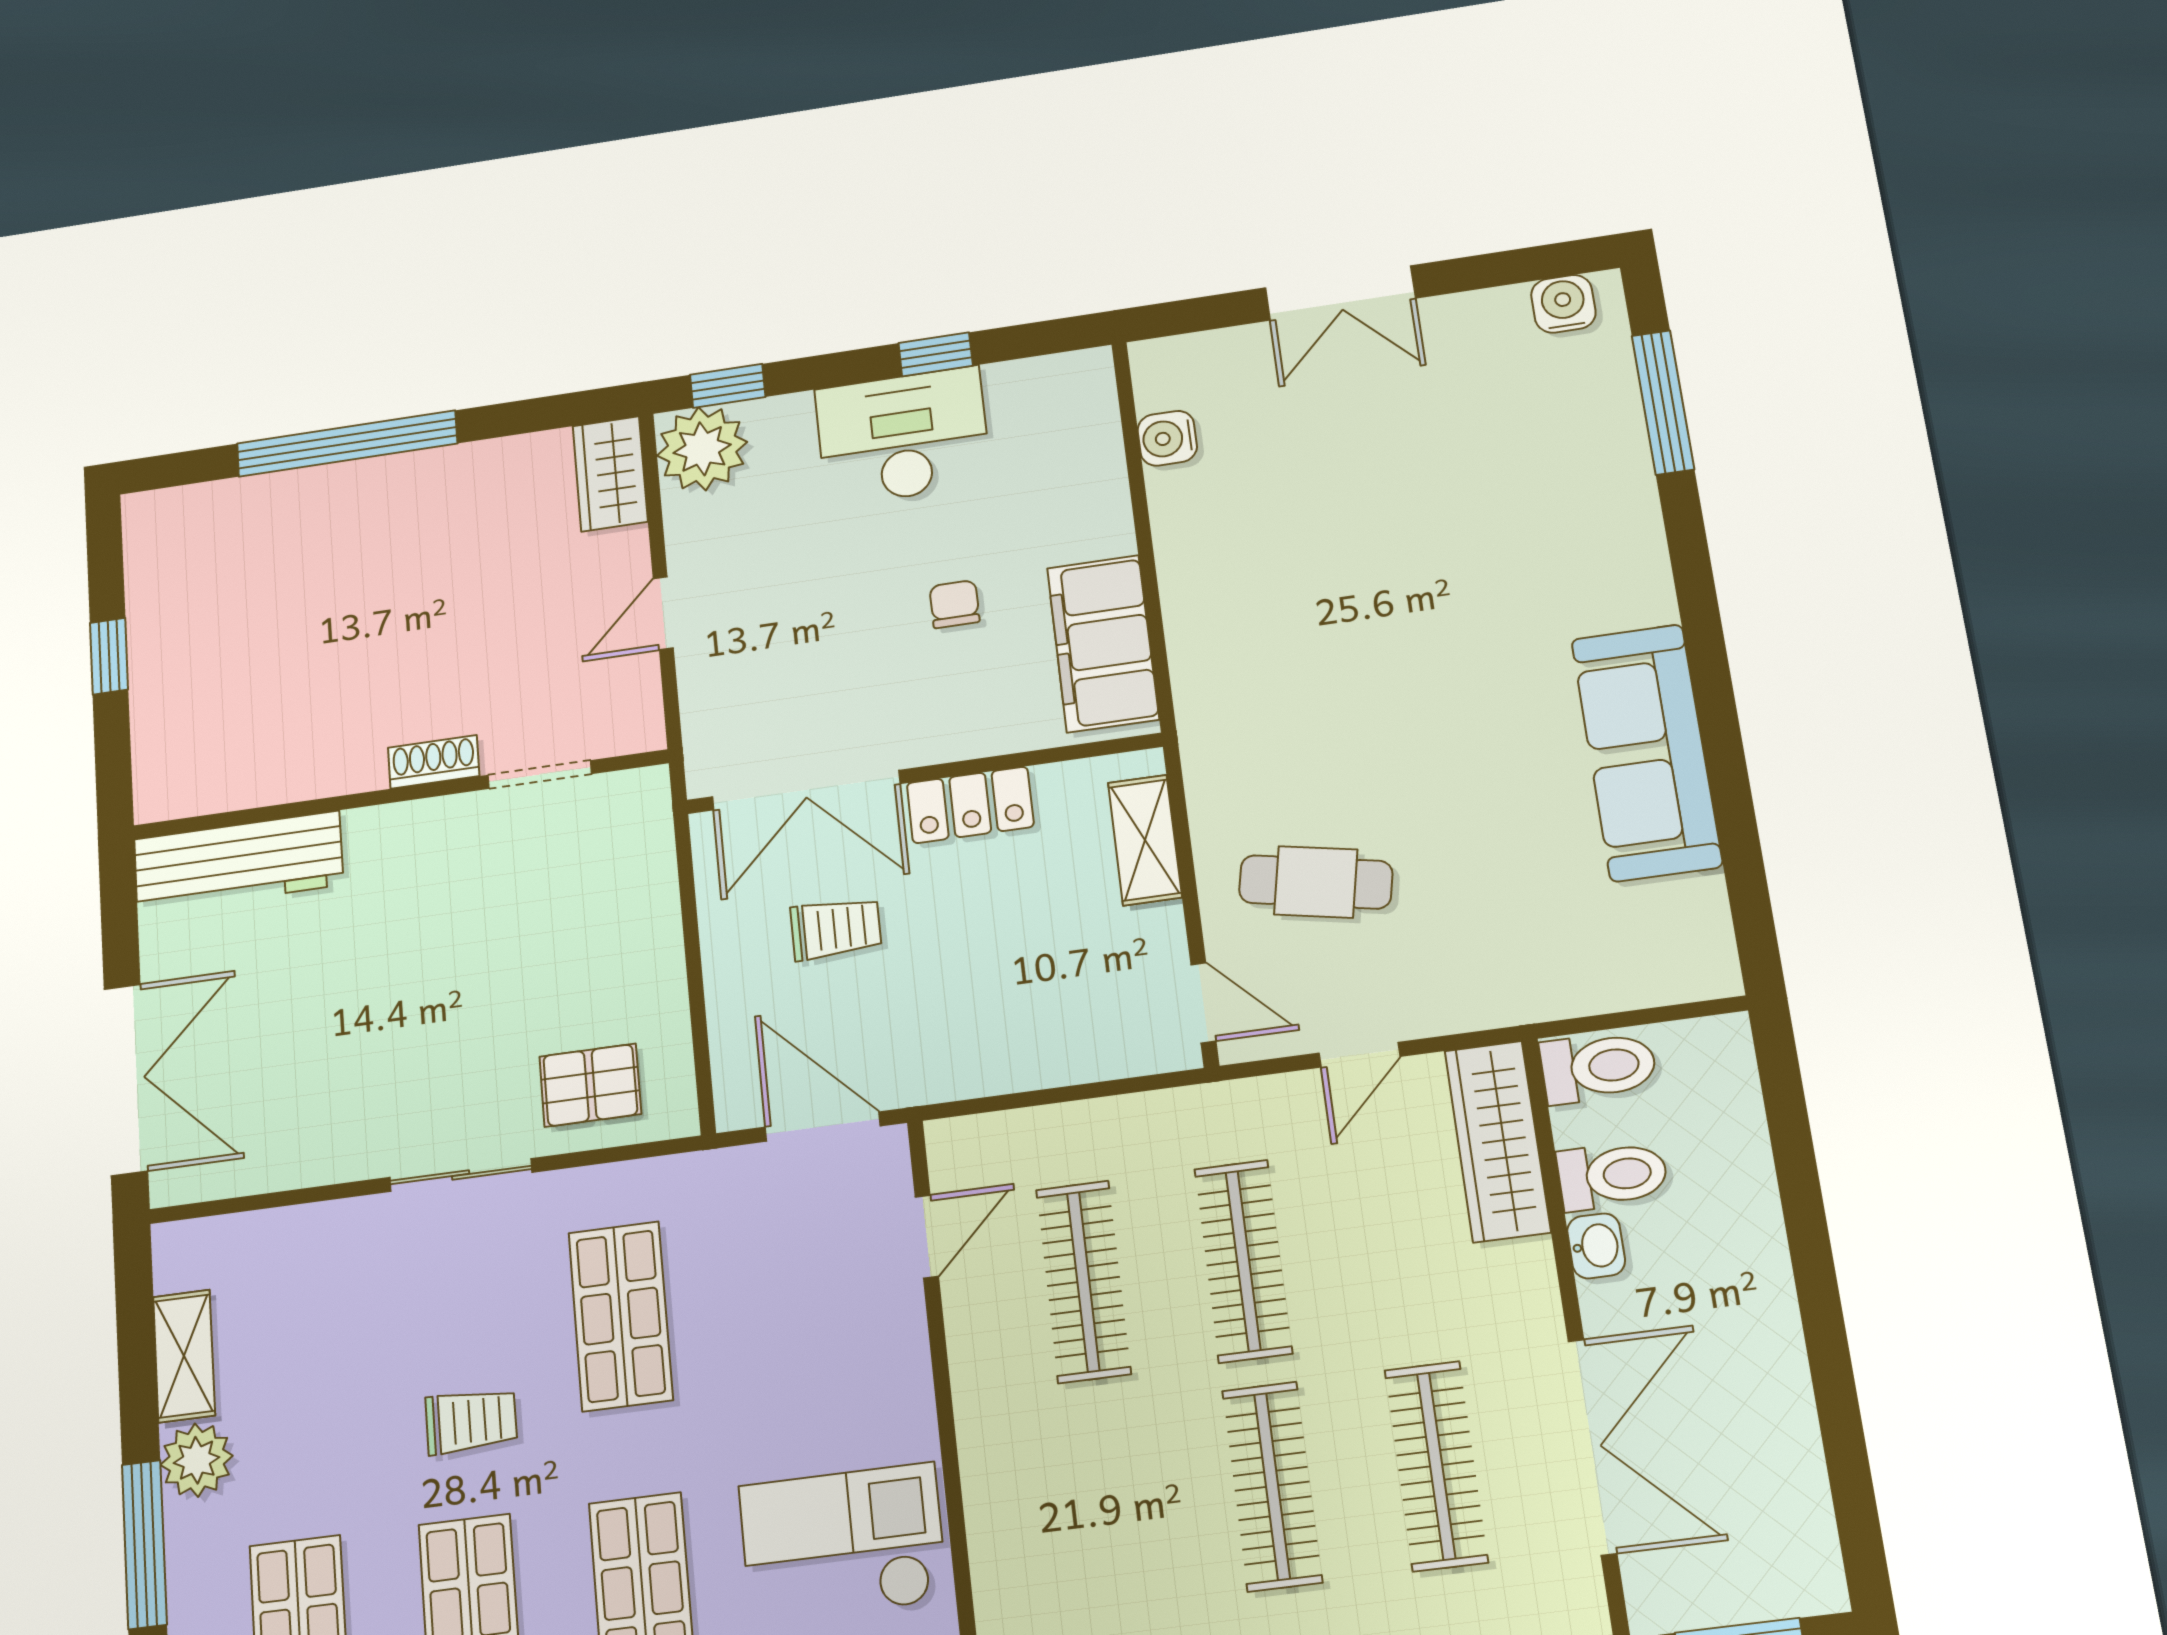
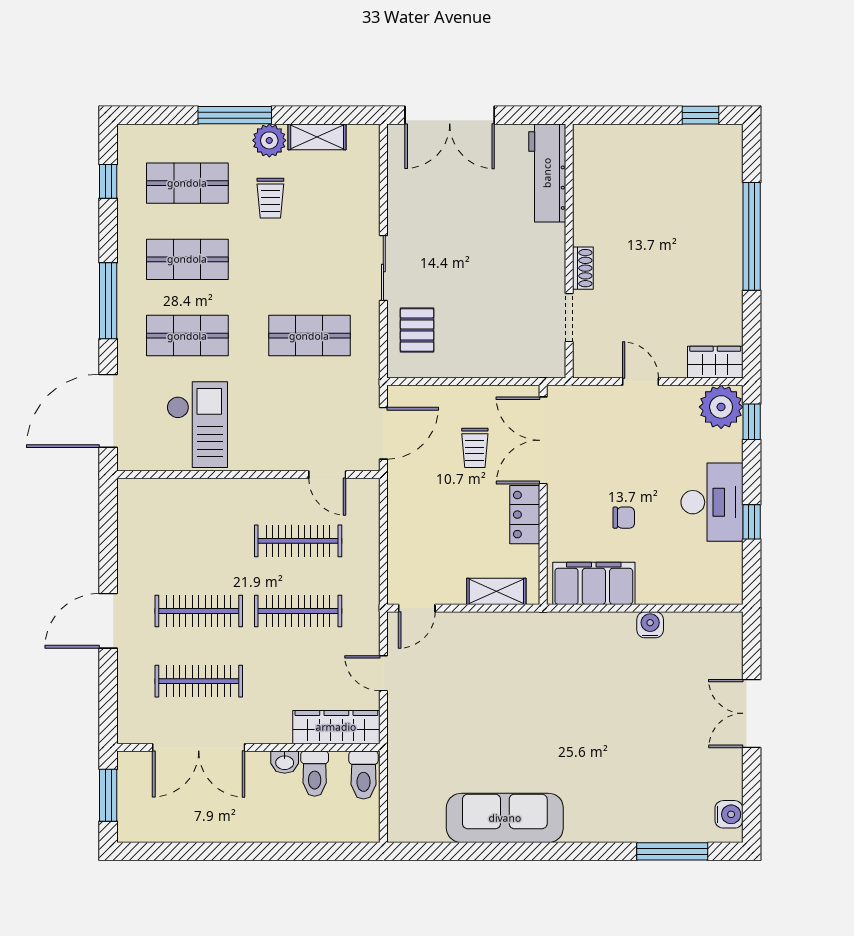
water cooler: (1167, 438) -> (650, 625), moved
window: (109, 656) -> (701, 115), moved
cafe table: (1316, 882) -> (466, 665), removed
trolley: (471, 1421) -> (270, 198), moved

